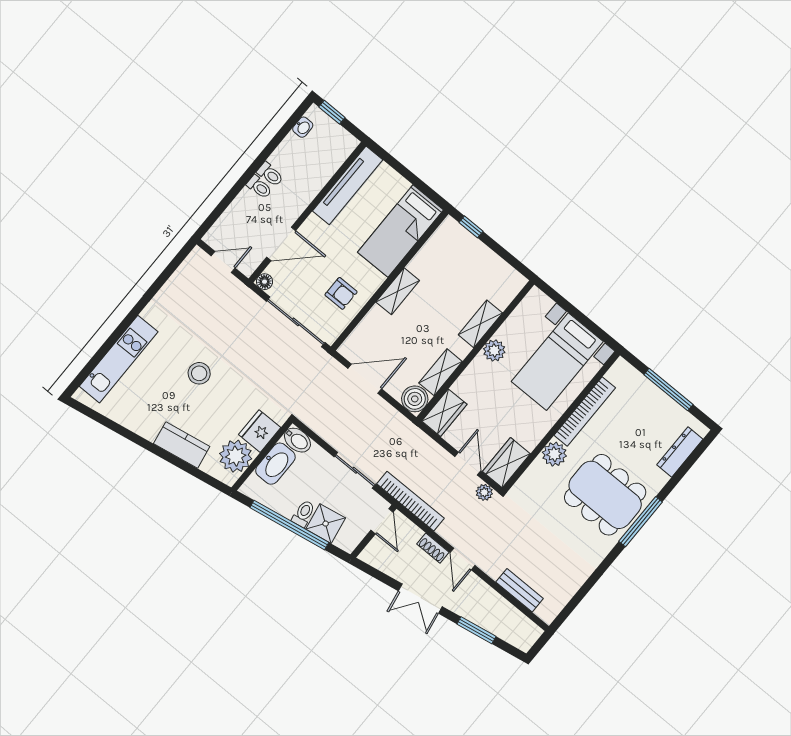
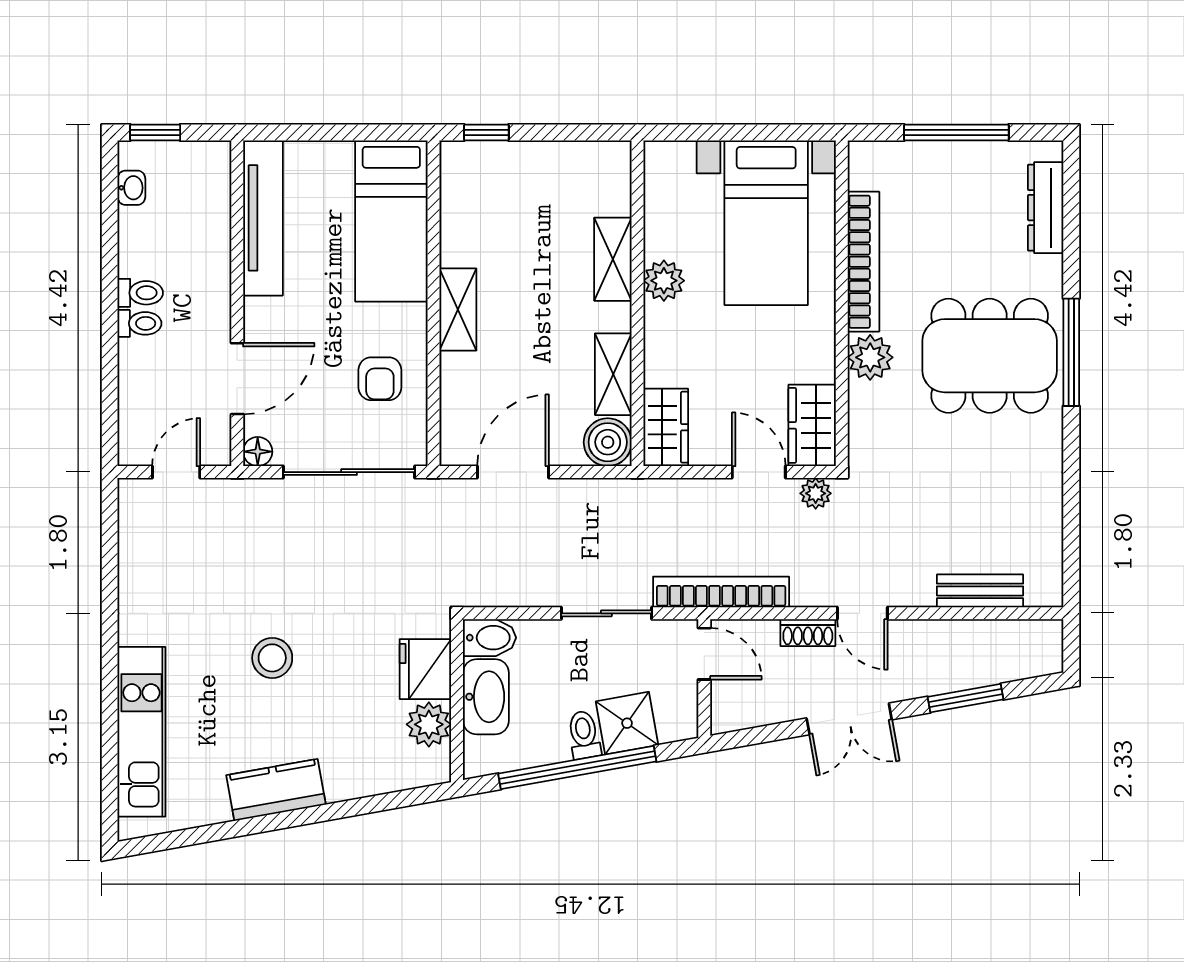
armchair: (341, 293) -> (380, 379), turned 90
kitchen counter: (182, 445) -> (276, 790), moved
plant: (236, 456) -> (429, 724), width x0.73, depth x0.73

